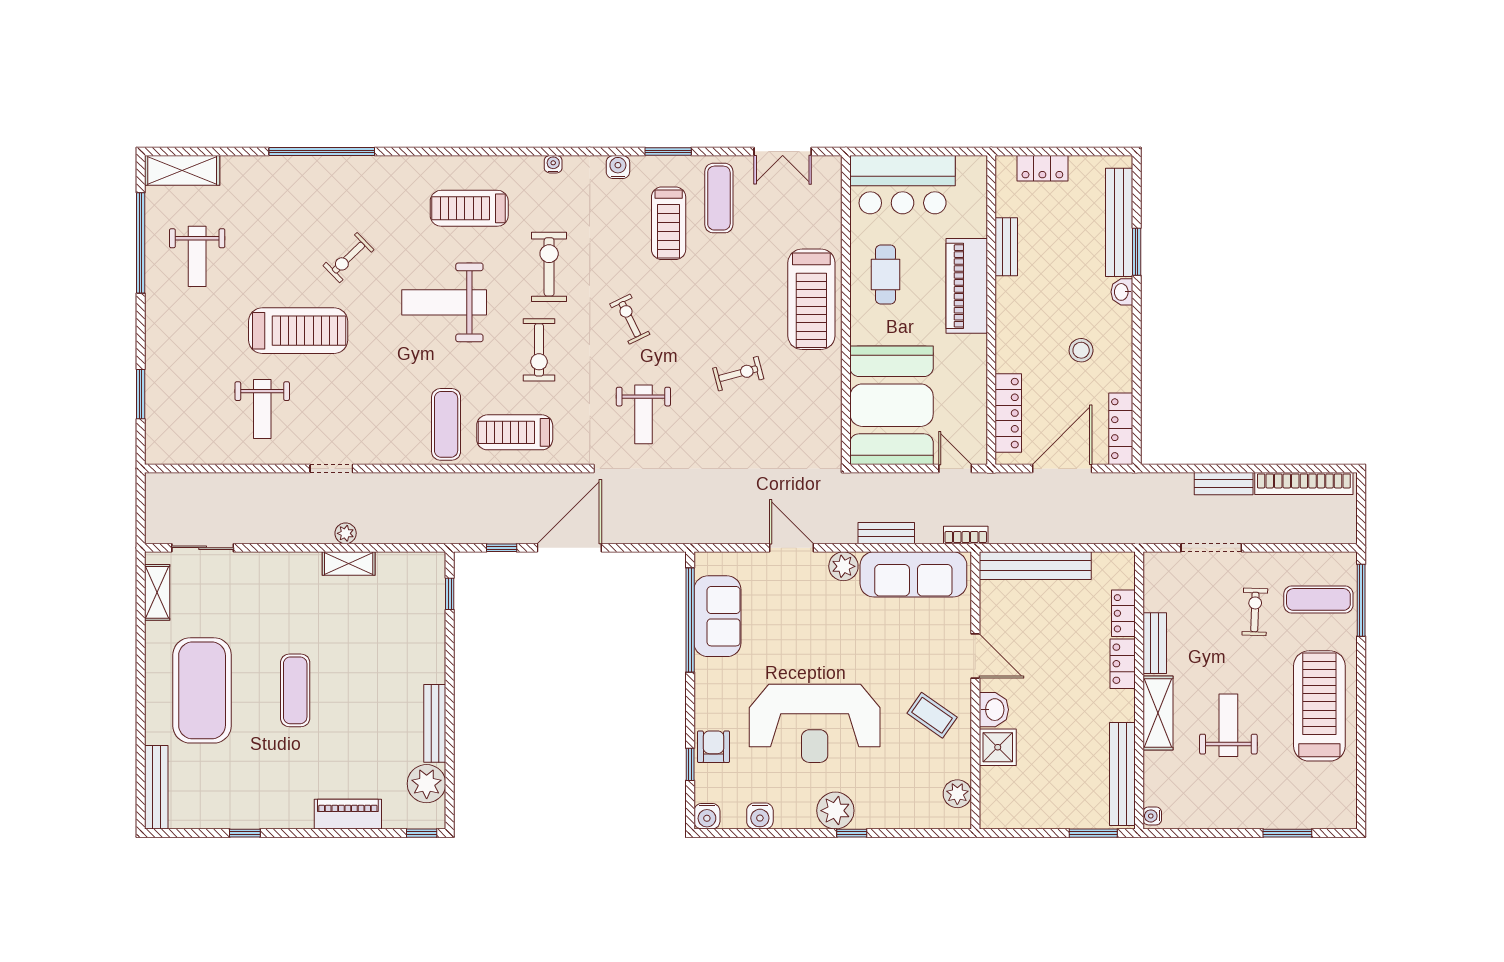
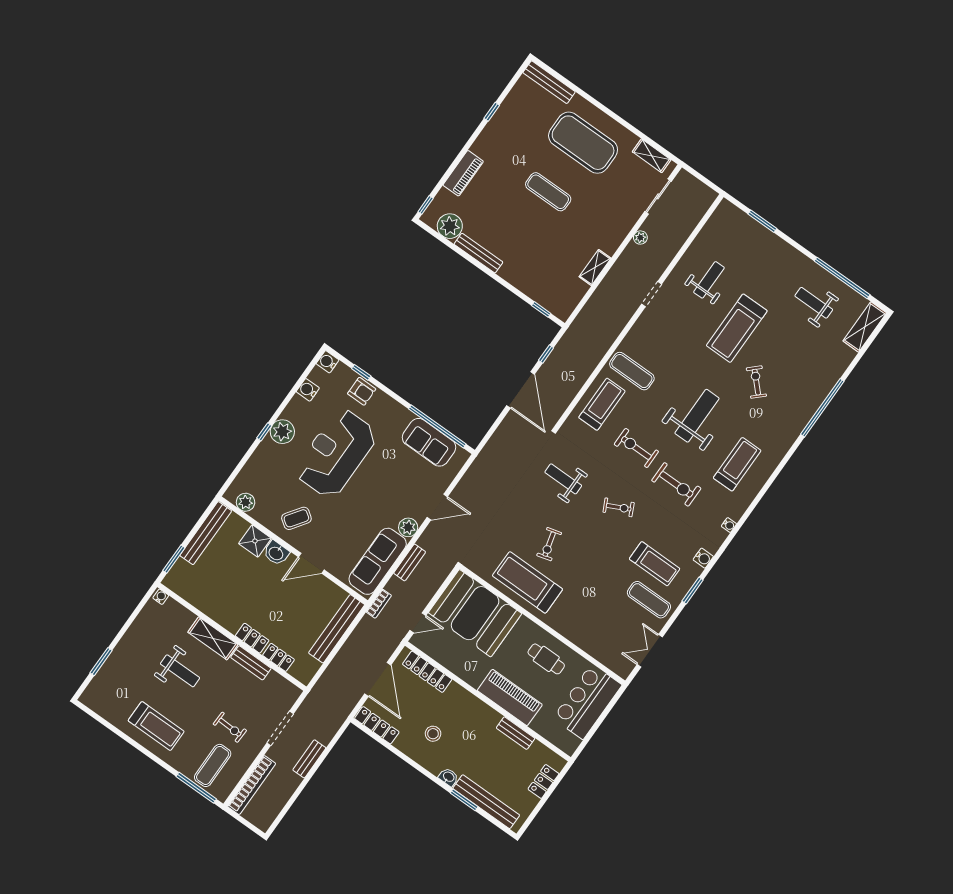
treadmill: (669, 223) -> (655, 564), turned 180
treadmill: (811, 299) -> (527, 582), moved
weight bench: (262, 409) -> (709, 280), turned 90
bookcase: (1304, 484) -> (252, 785), moved, turned 180
plant: (346, 533) -> (640, 238), moved
treadmill: (1319, 706) -> (156, 726), width x0.73, depth x0.73
bench: (1122, 774) -> (206, 533), moved, turned 90

